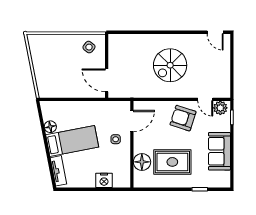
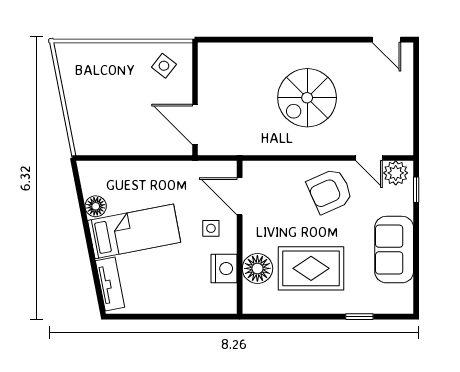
armchair: (183, 118) -> (330, 191), turned -42
door: (132, 121) -> (240, 196), swing flipped
nightstand: (104, 180) -> (224, 269), moved, turned -90

